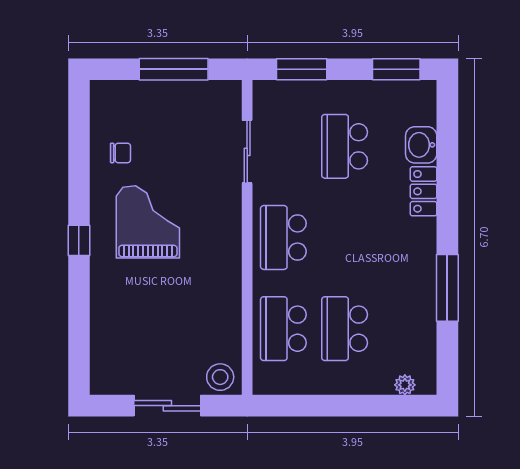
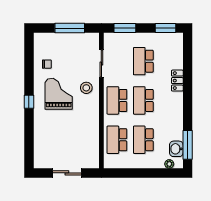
washbasin: (421, 145) -> (176, 149), moved
school desk: (345, 237) -> (143, 100), added
window: (447, 288) -> (188, 145), moved
stool: (220, 377) -> (86, 88), moved

